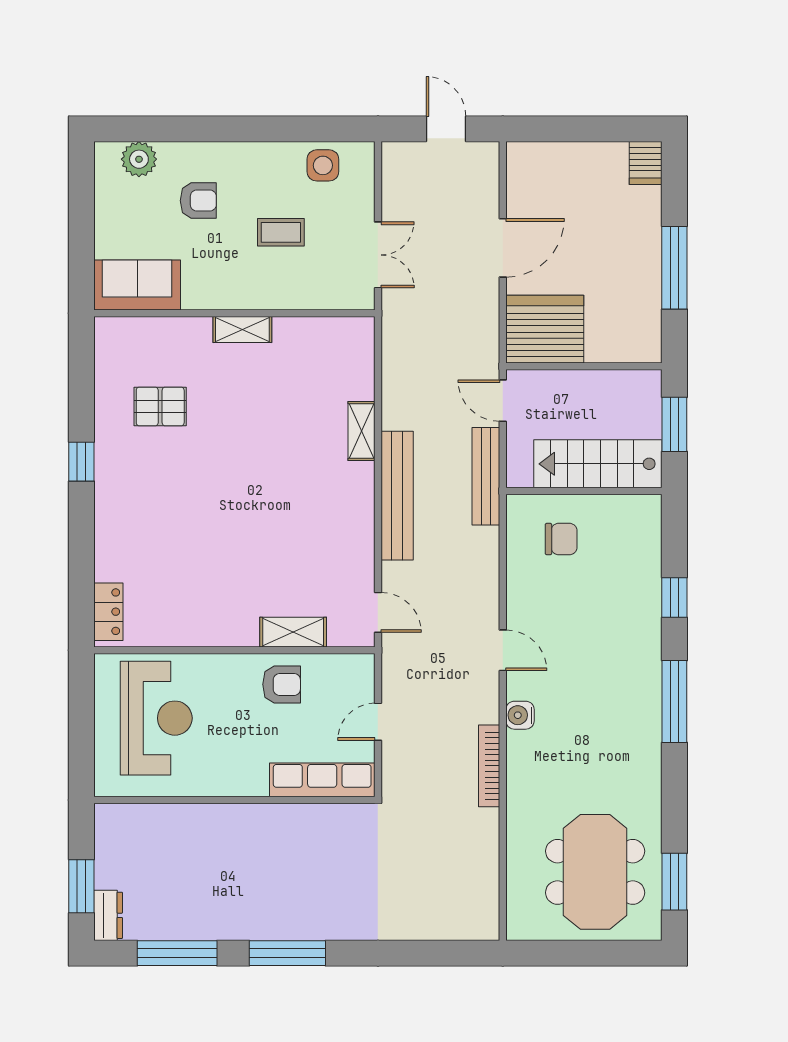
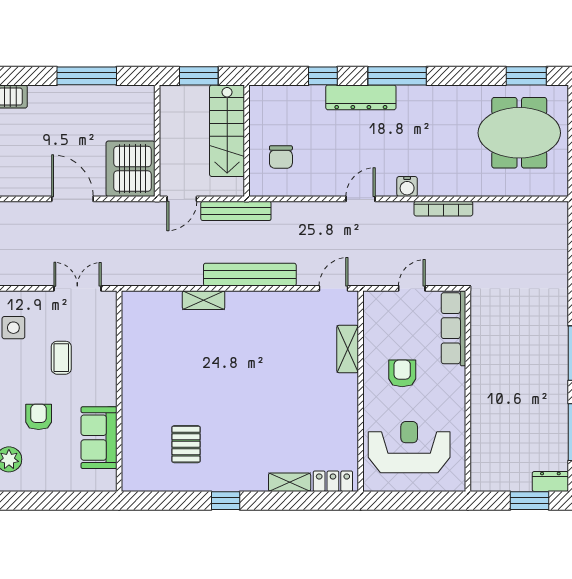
sofa: (137, 285) -> (99, 438), moved
shelving: (242, 329) -> (290, 482), moved, turned 90
chair: (561, 539) -> (281, 157), turned 180
dresser: (645, 651) -> (361, 97), added
armchair: (282, 684) -> (402, 373), moved
door: (378, 722) -> (412, 288), swing flipped

